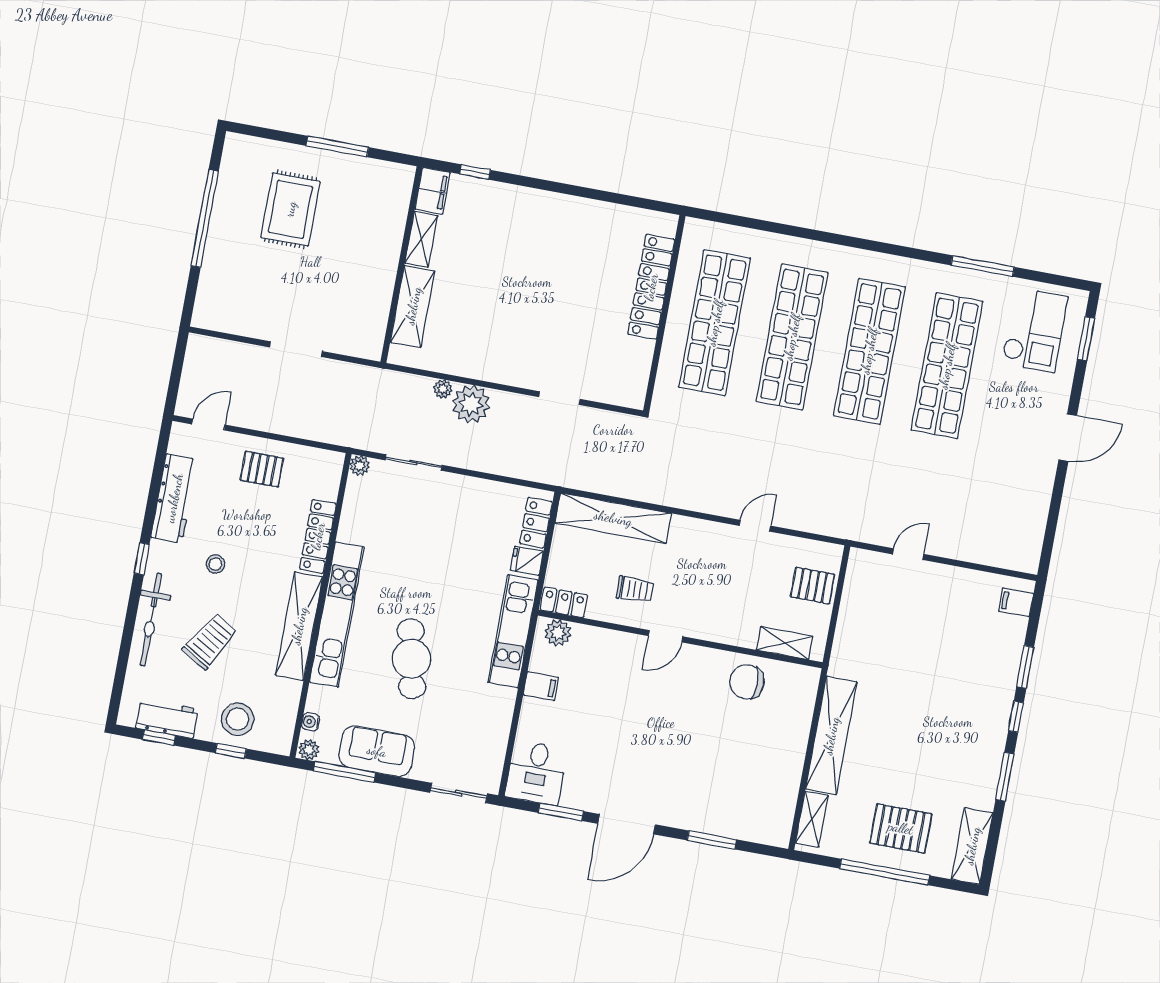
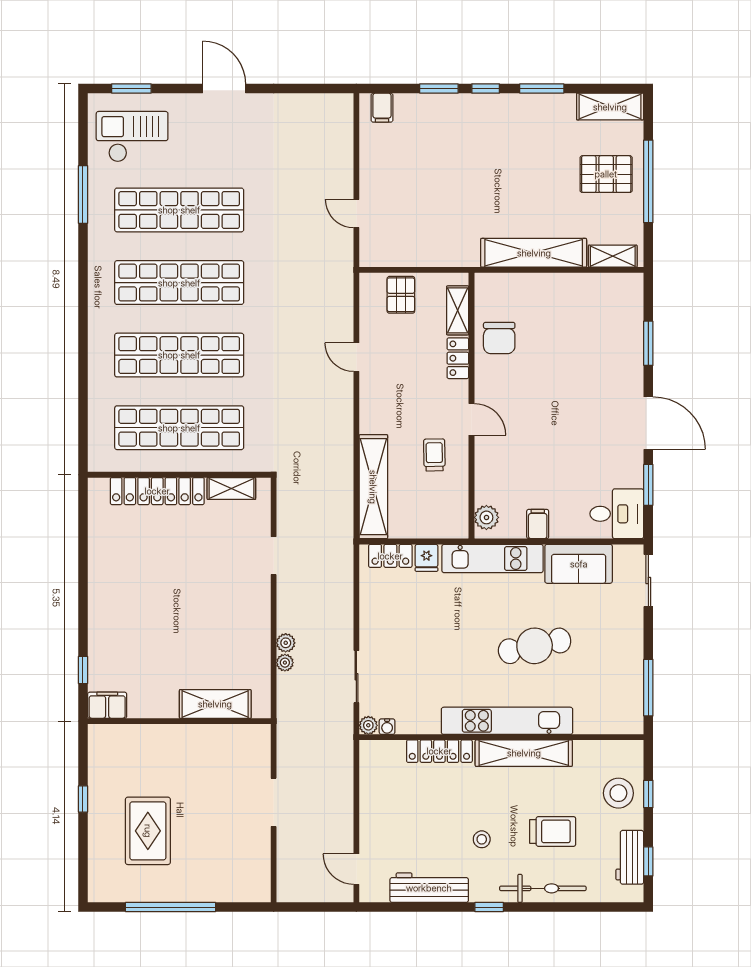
window: (337, 146) -> (83, 799), width x0.46
rug: (290, 209) -> (148, 831), turned 90
shelving: (421, 239) -> (231, 488), moved
plant: (471, 404) -> (286, 643), width x0.53, depth x0.53
pallet: (262, 469) -> (388, 813), removed
locker: (564, 602) -> (458, 358), moved
trolley: (210, 641) -> (553, 831), turned 149
water cooler: (311, 722) -> (387, 727), moved
plant: (309, 750) -> (634, 724), removed
sofa: (377, 751) -> (579, 564), moved, turned -90
pallet: (901, 828) -> (606, 174), turned 90

